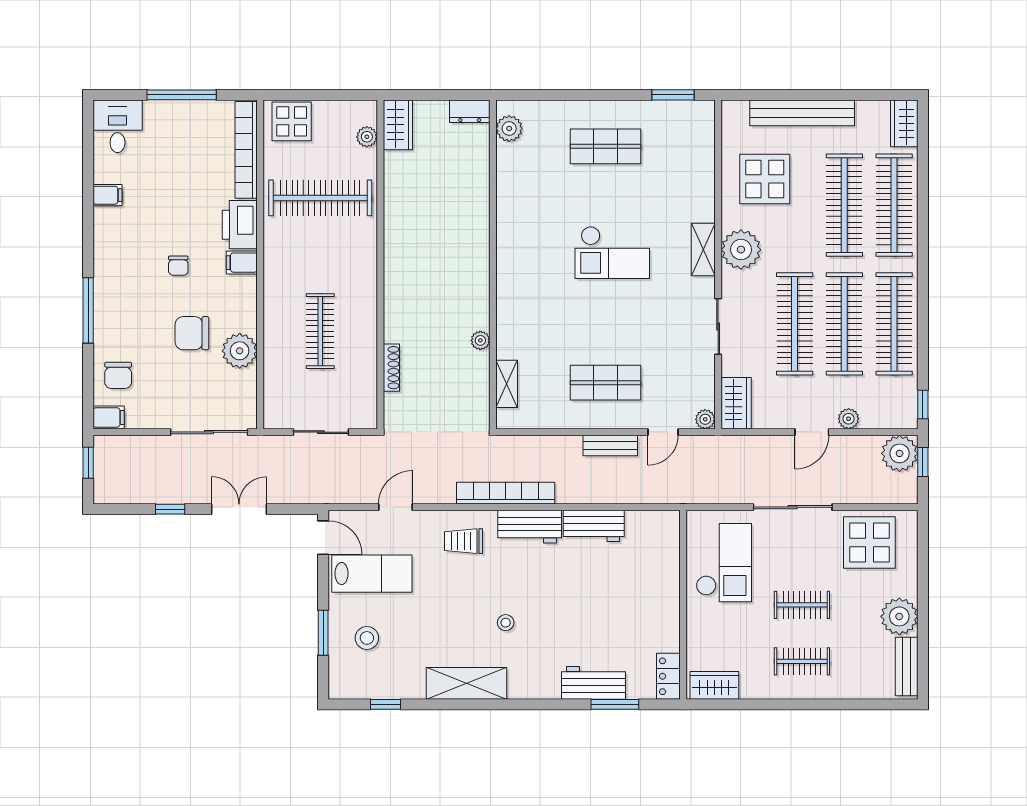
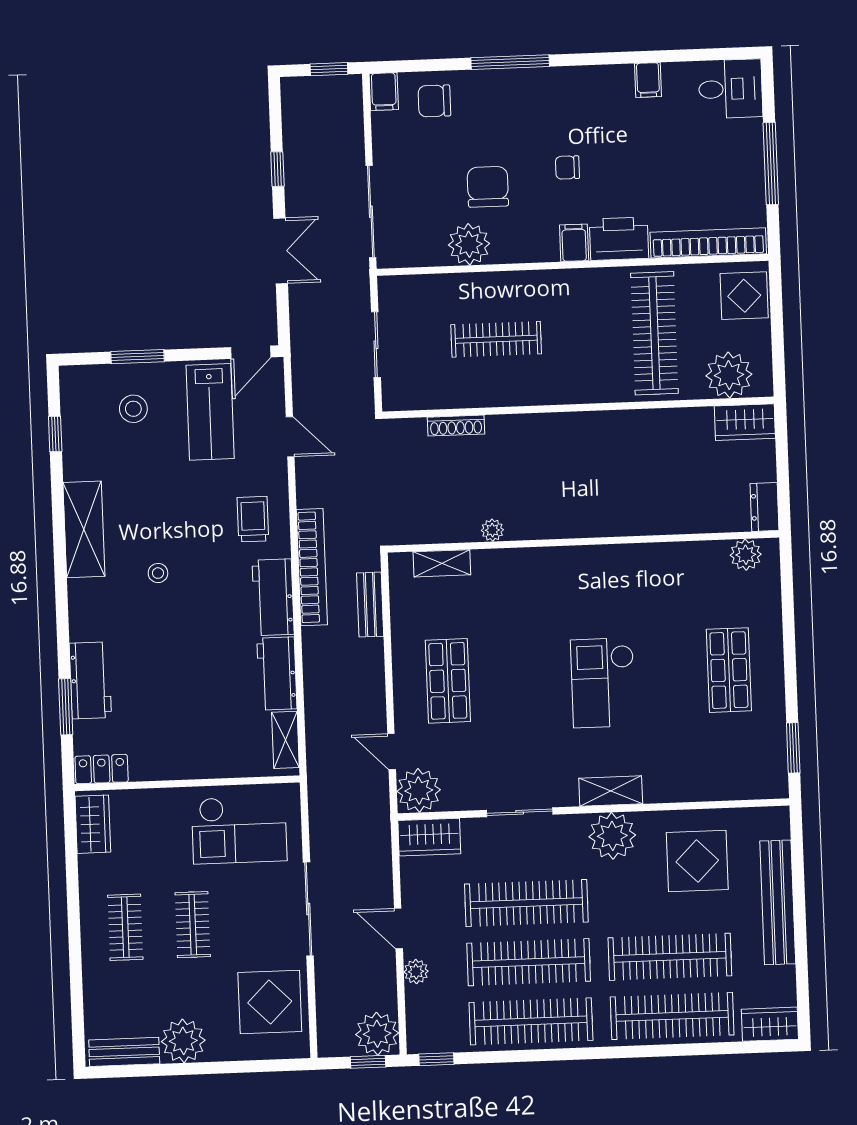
plant: (367, 137) -> (729, 375), width x1.88, depth x1.88
plant: (705, 419) -> (419, 790), width x1.87, depth x1.87
bench: (610, 446) -> (370, 605), moved
shelving: (650, 521) -> (285, 740), added

